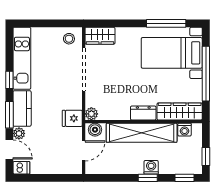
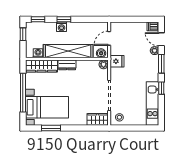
window: (166, 23) -> (51, 128), width x0.69
kitchen counter: (22, 108) -> (152, 68), removed

